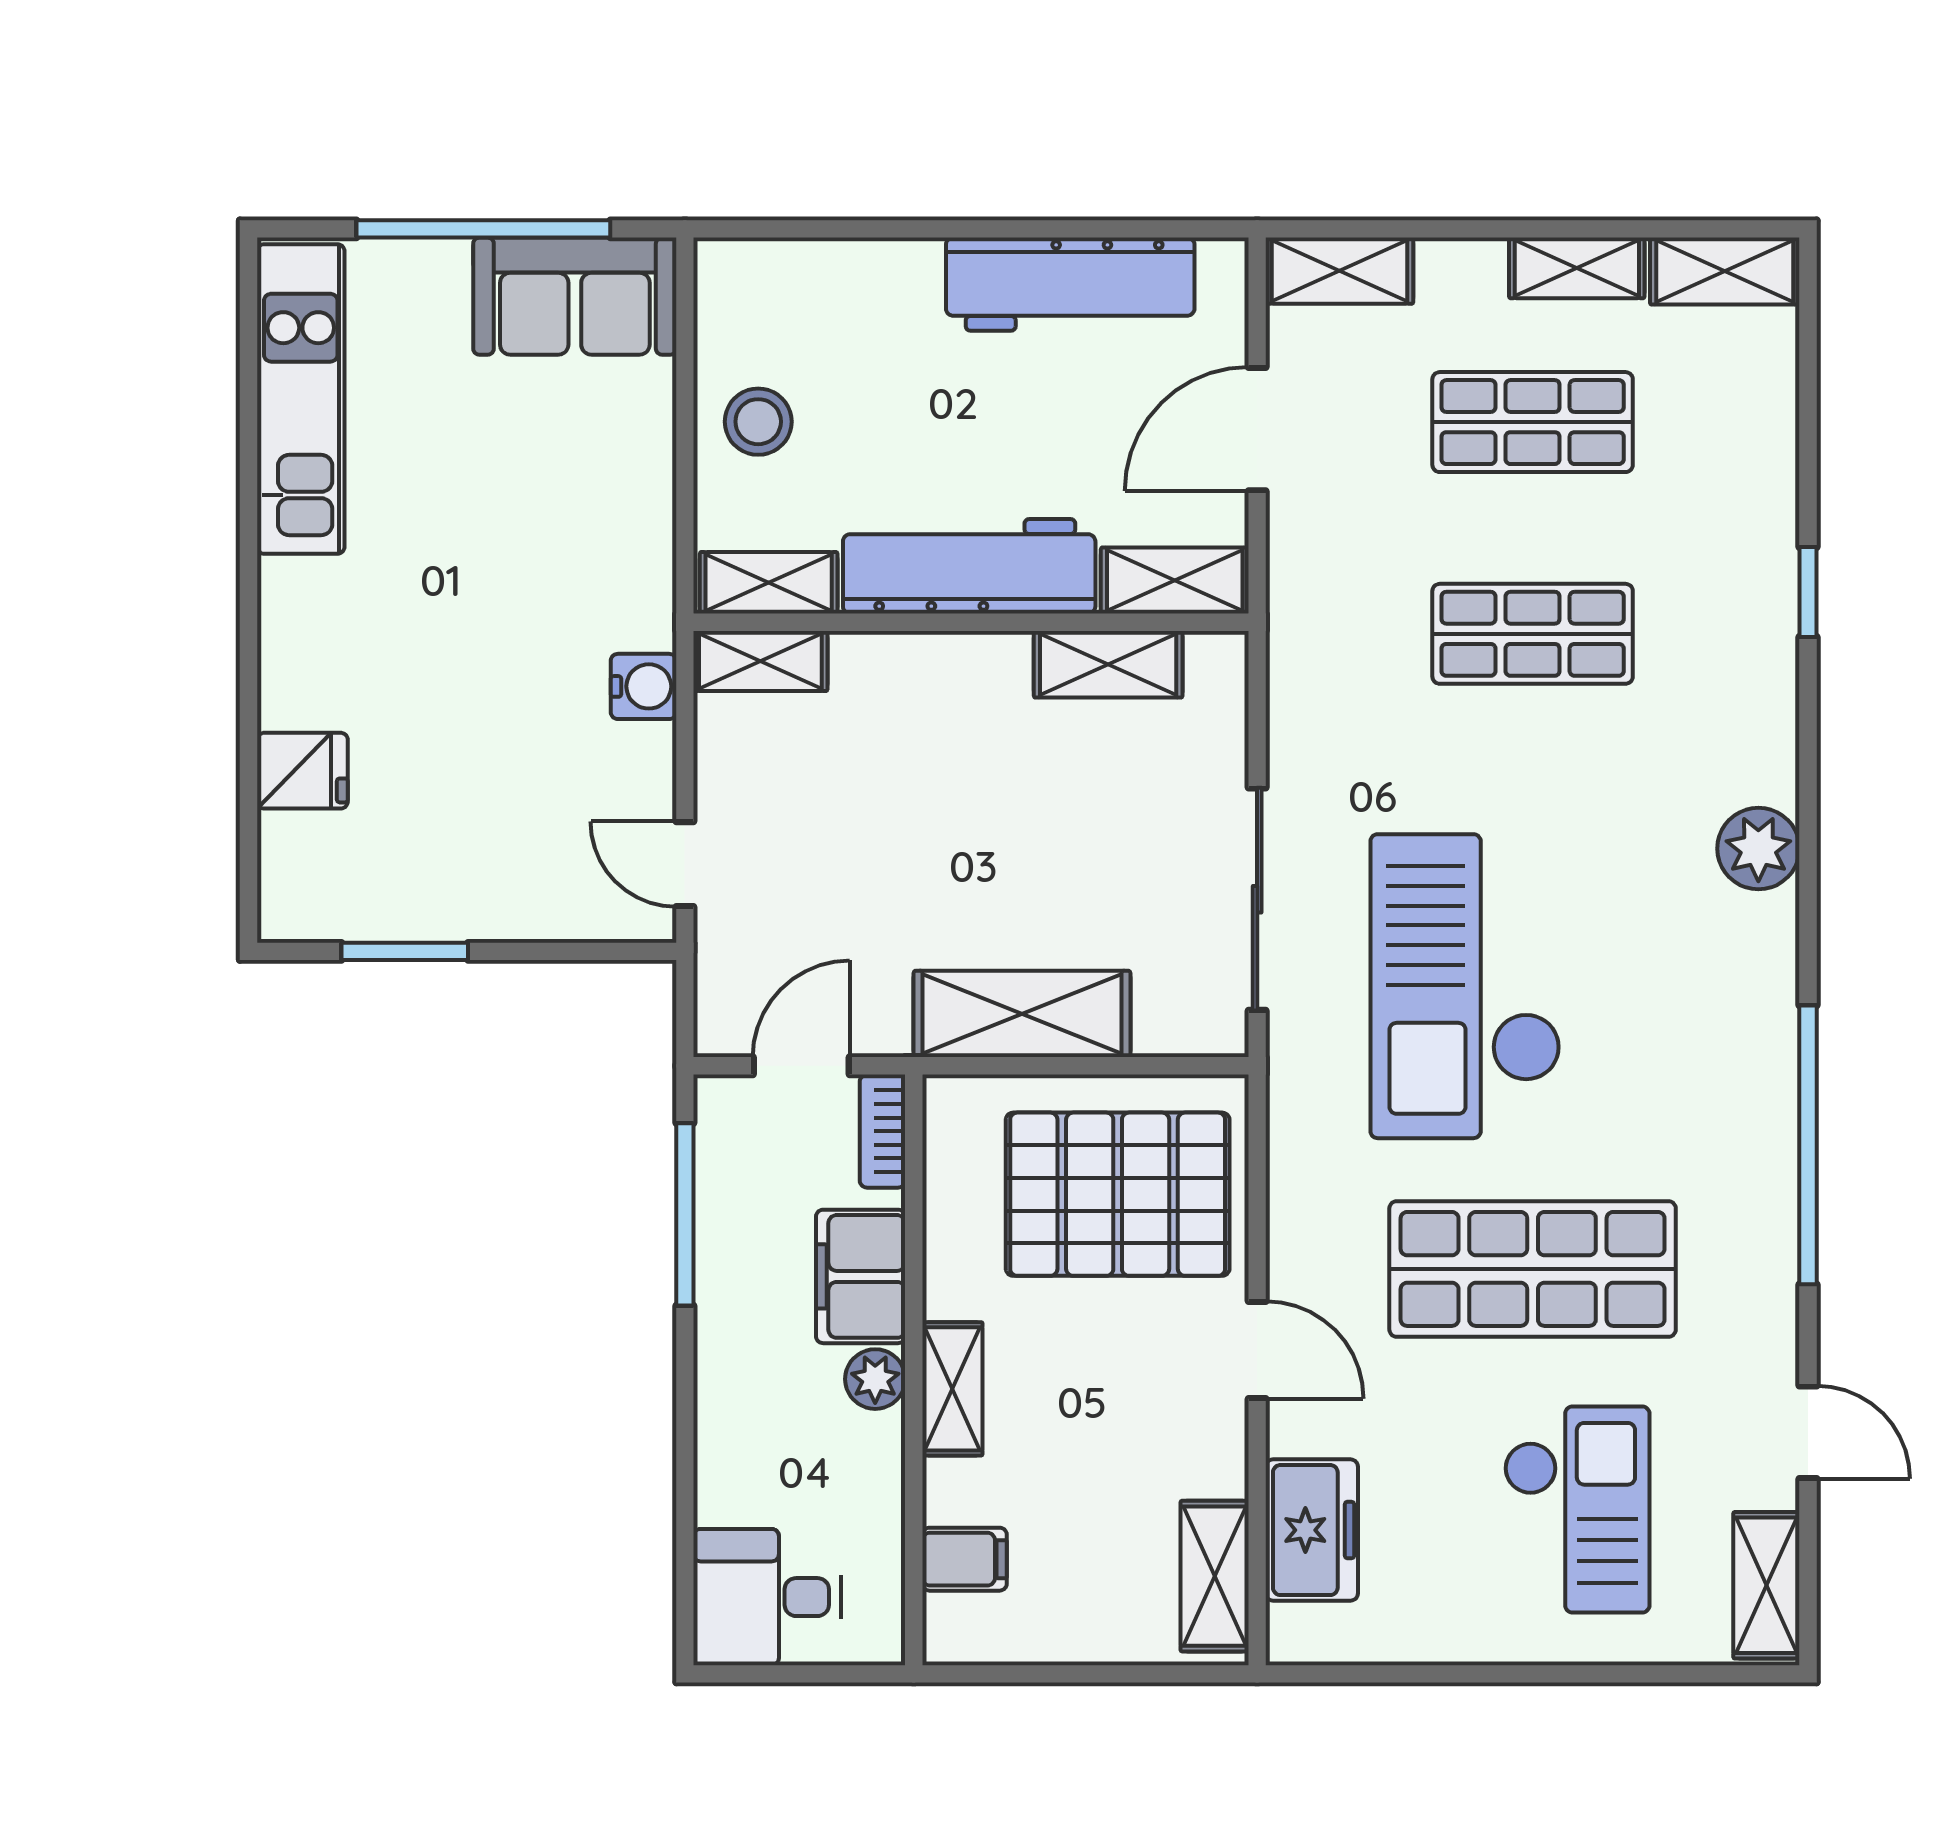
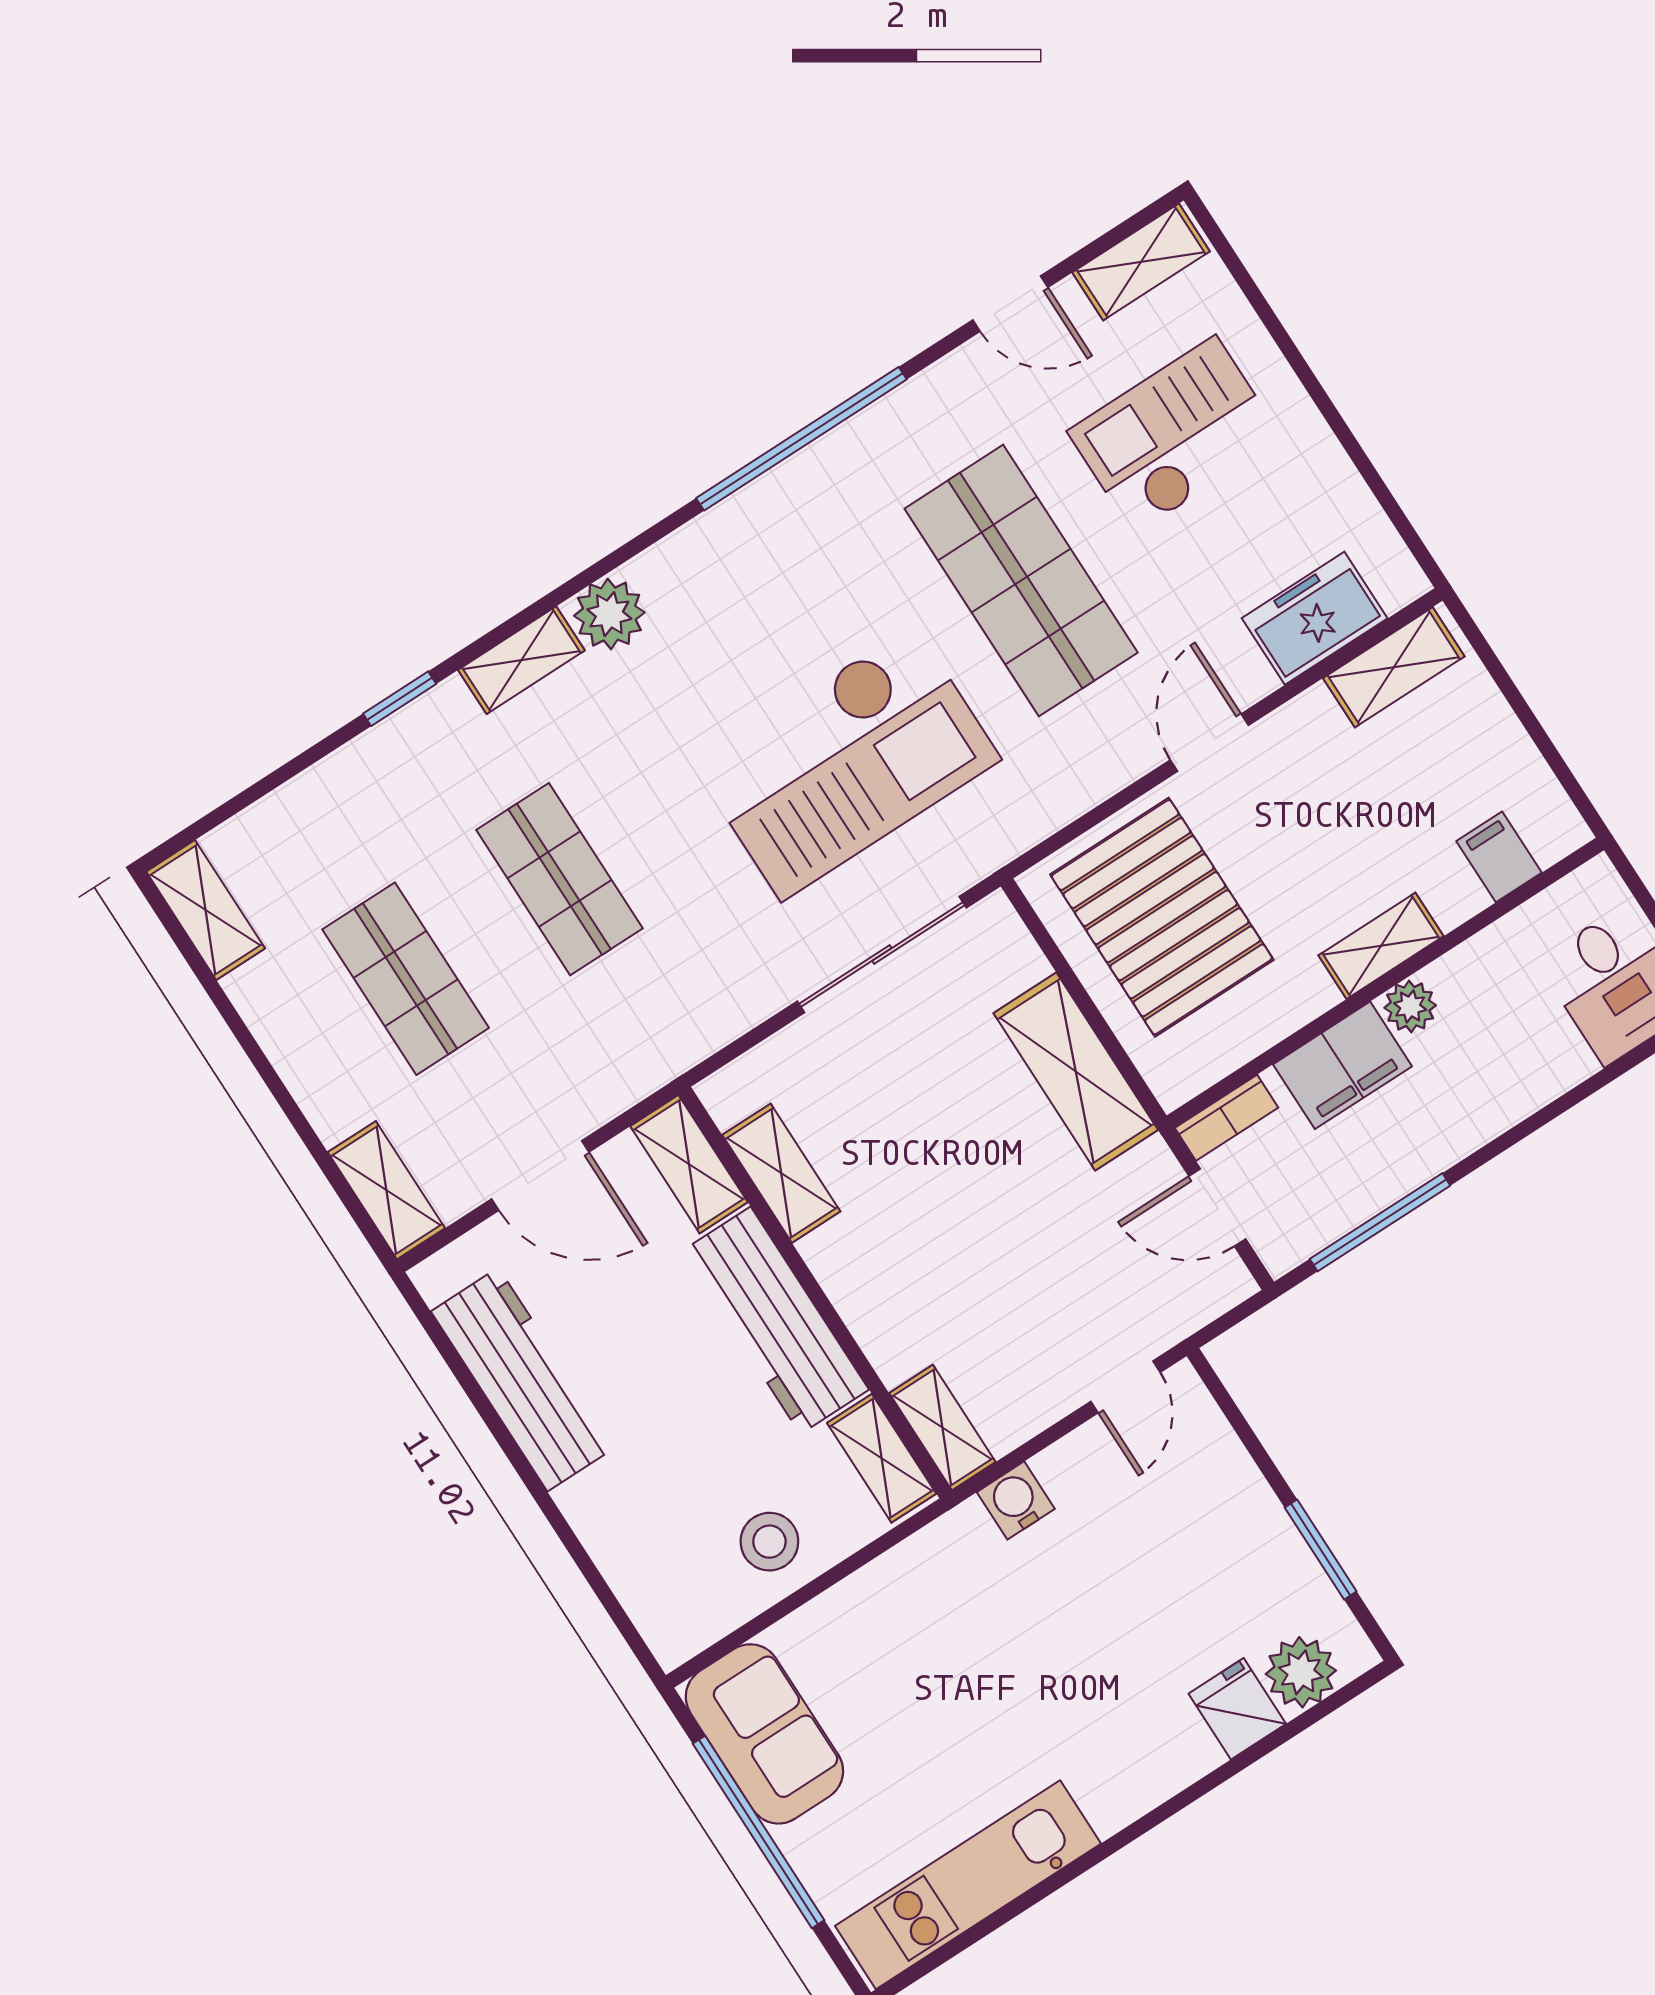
shelving: (1577, 268) -> (521, 660), moved, turned 90
plant: (298, 855) -> (1301, 1672), added
door: (1808, 1432) -> (1010, 304), swing flipped

